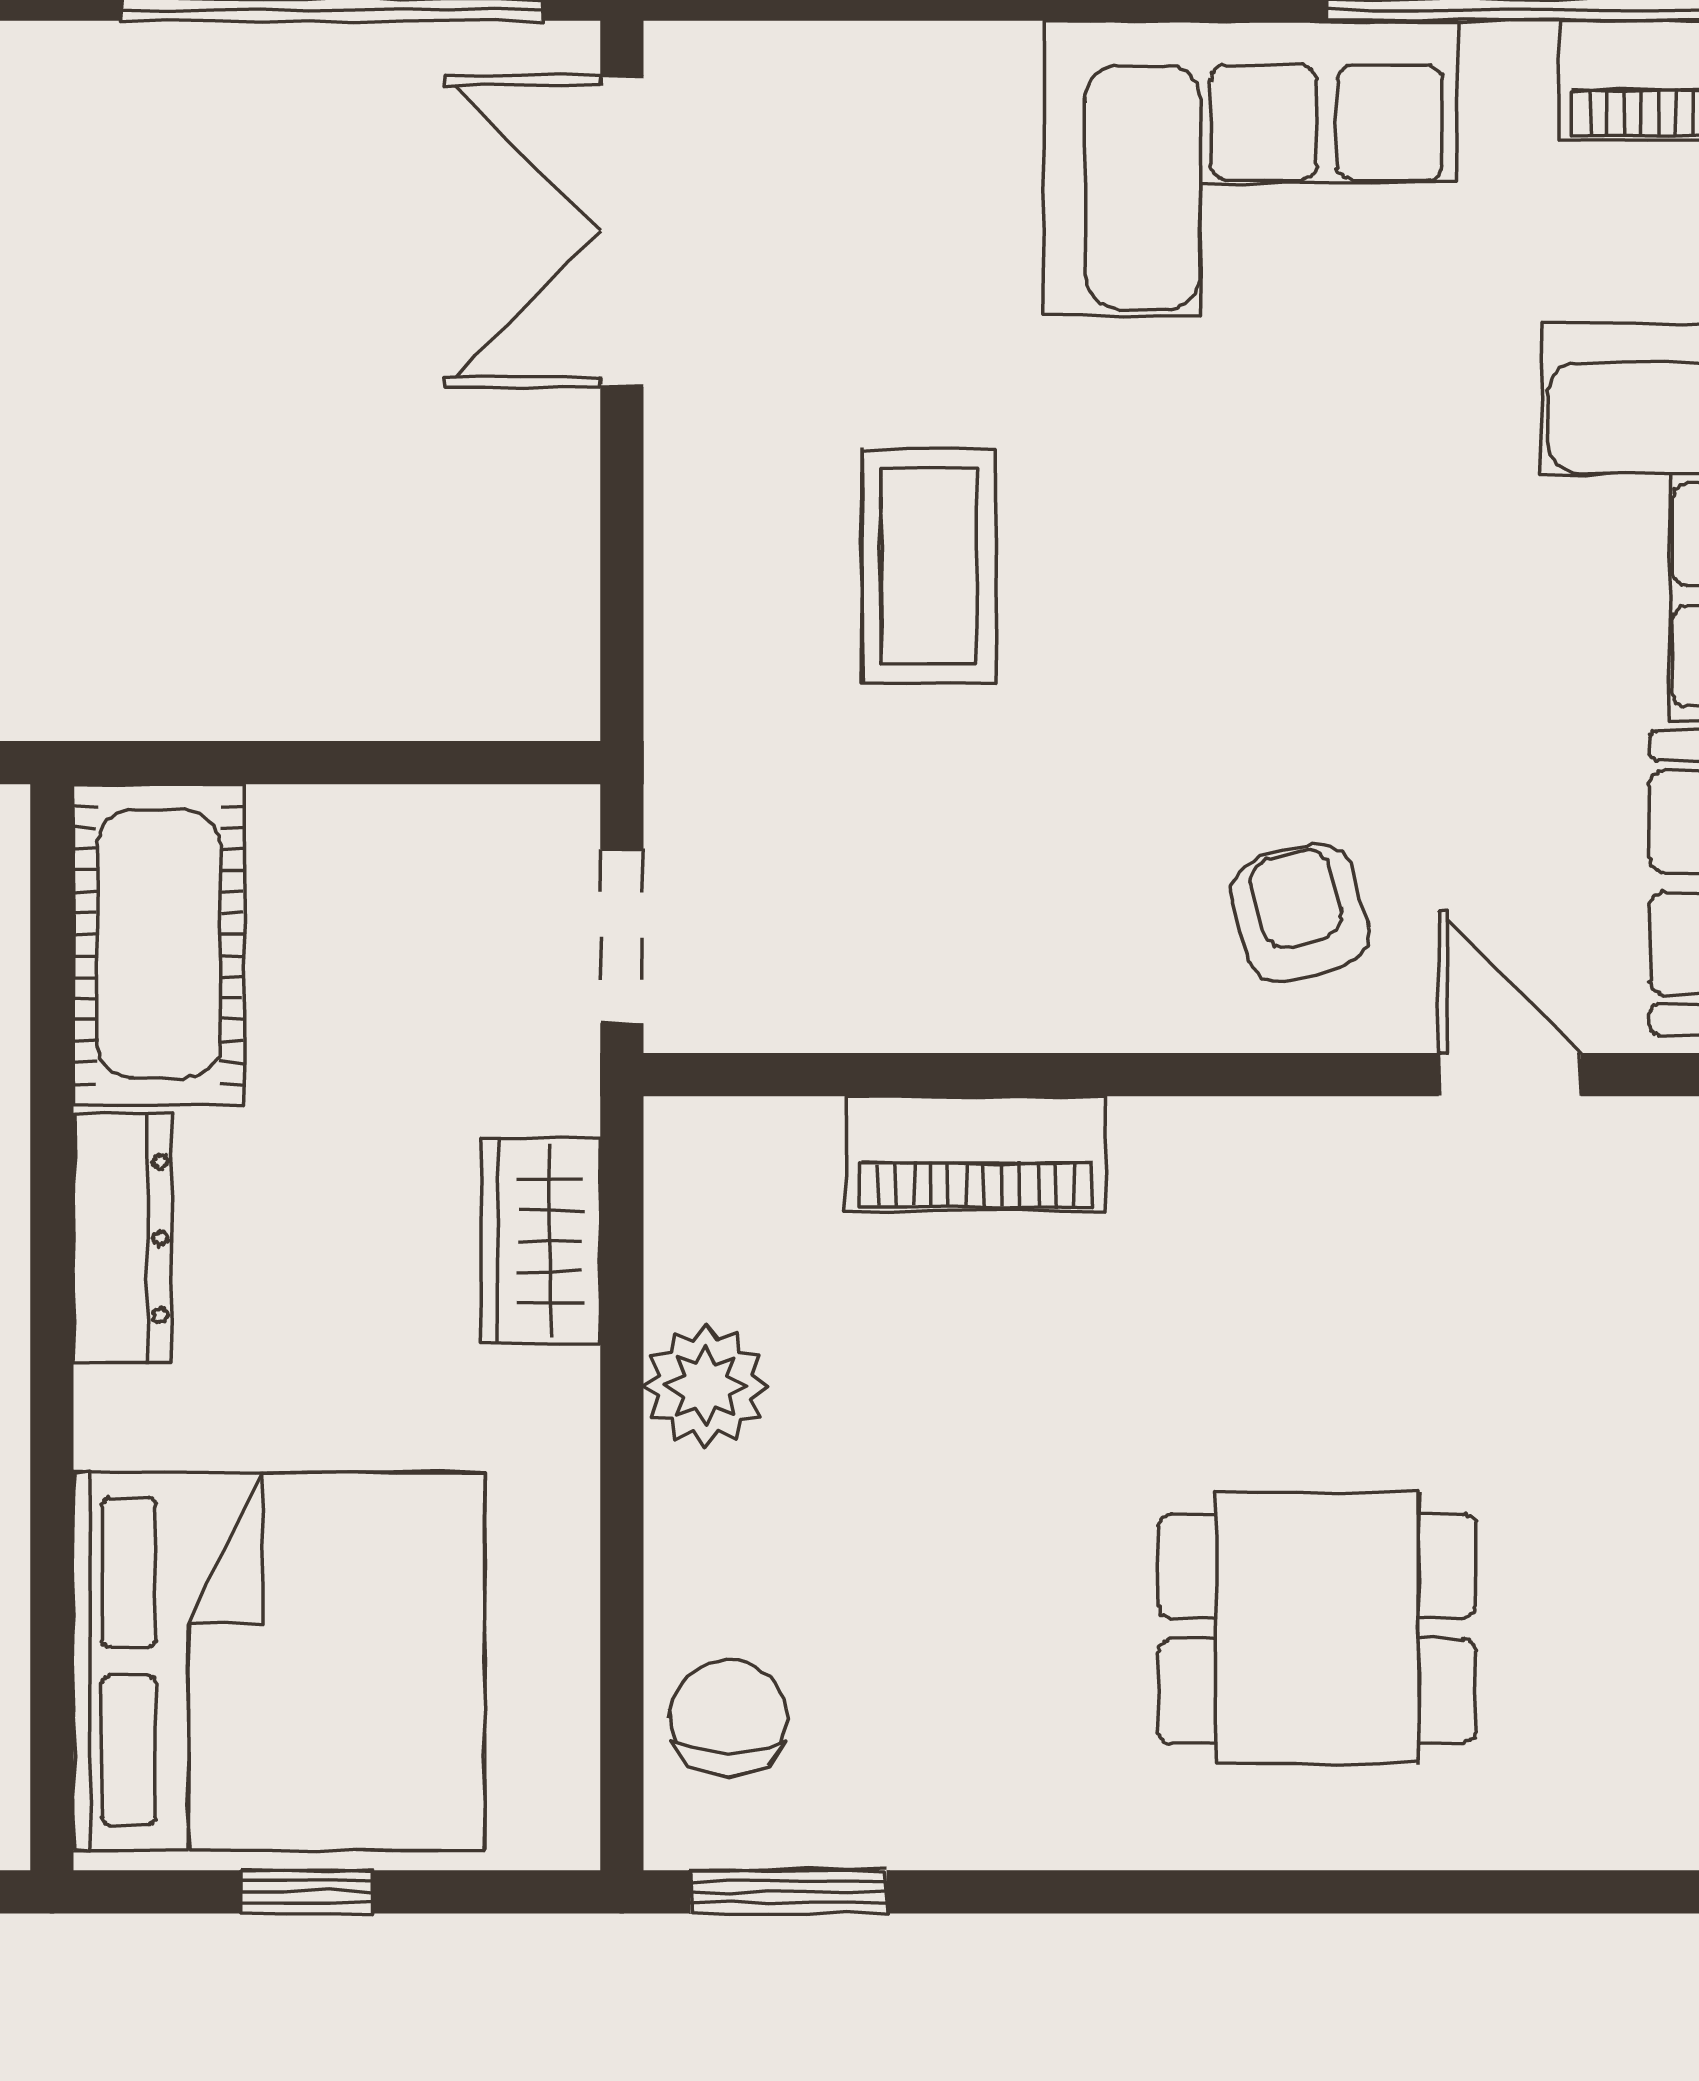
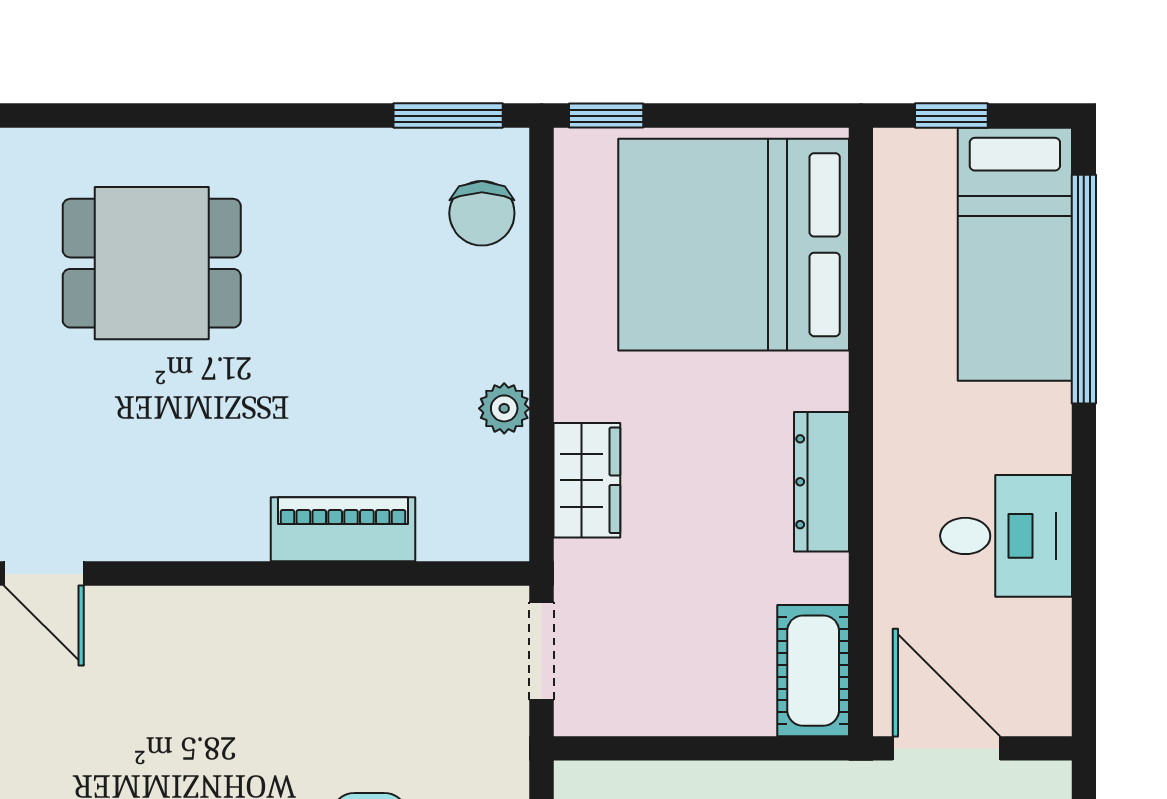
armchair: (1300, 913) -> (161, 664), removed
cot: (159, 945) -> (813, 671), width x0.73, depth x0.75
plant: (705, 1386) -> (504, 408), width x0.73, depth x0.73
window: (307, 1892) -> (606, 116), moved

